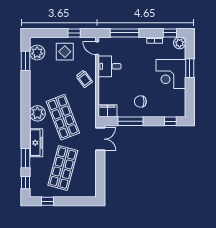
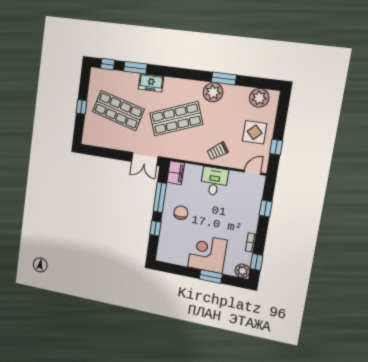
window: (125, 33) -> (266, 209), width x0.46
window: (25, 61) -> (224, 79), moved
desk: (110, 66) -> (214, 181), moved
plant: (37, 113) -> (213, 92), moved
window: (170, 121) -> (155, 228), moved
freezer: (36, 143) -> (151, 83), width x0.71
window: (47, 201) -> (81, 107), moved

